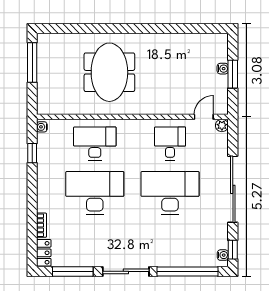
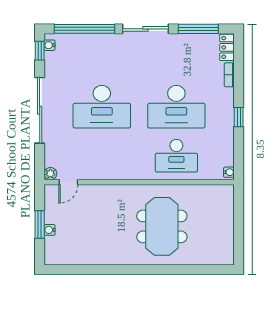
window: (32, 63) -> (239, 236), removed
desk: (170, 143) -> (102, 156), removed
window: (32, 153) -> (239, 117), moved

